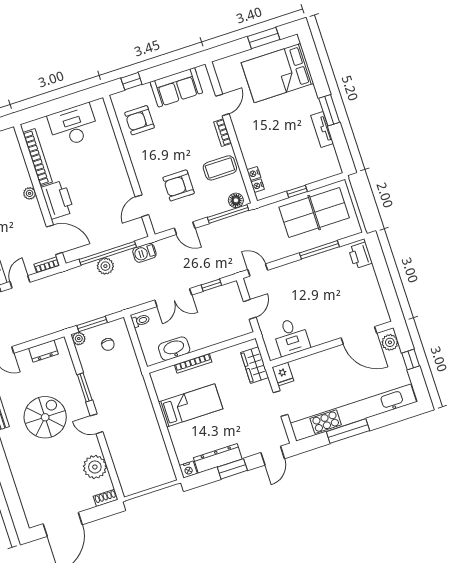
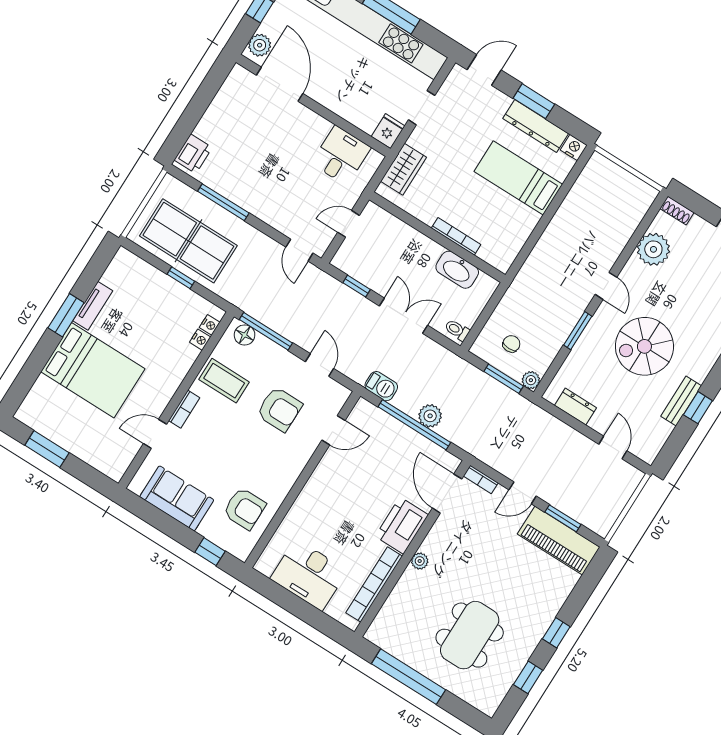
bed: (278, 73) -> (93, 370), moved
bed: (191, 405) -> (518, 178), moved

